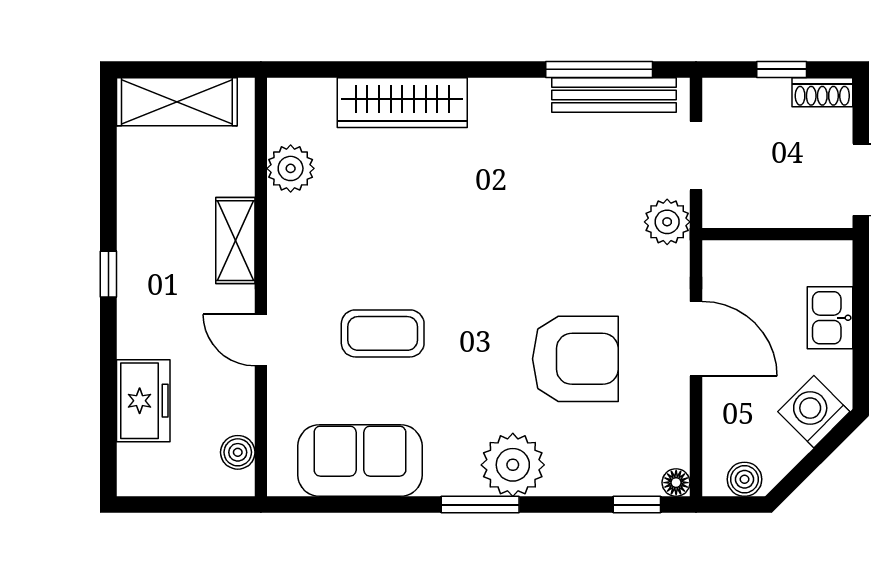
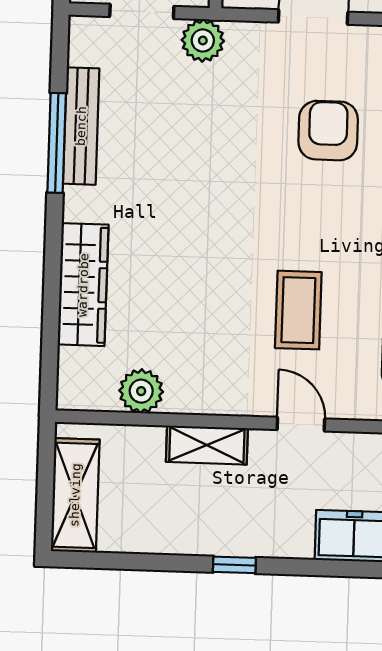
window: (599, 69) -> (57, 143), moved
bench: (614, 95) -> (81, 126), moved
door: (261, 340) -> (301, 424), swing flipped
armchair: (575, 359) -> (328, 131), width x0.73, depth x0.73

